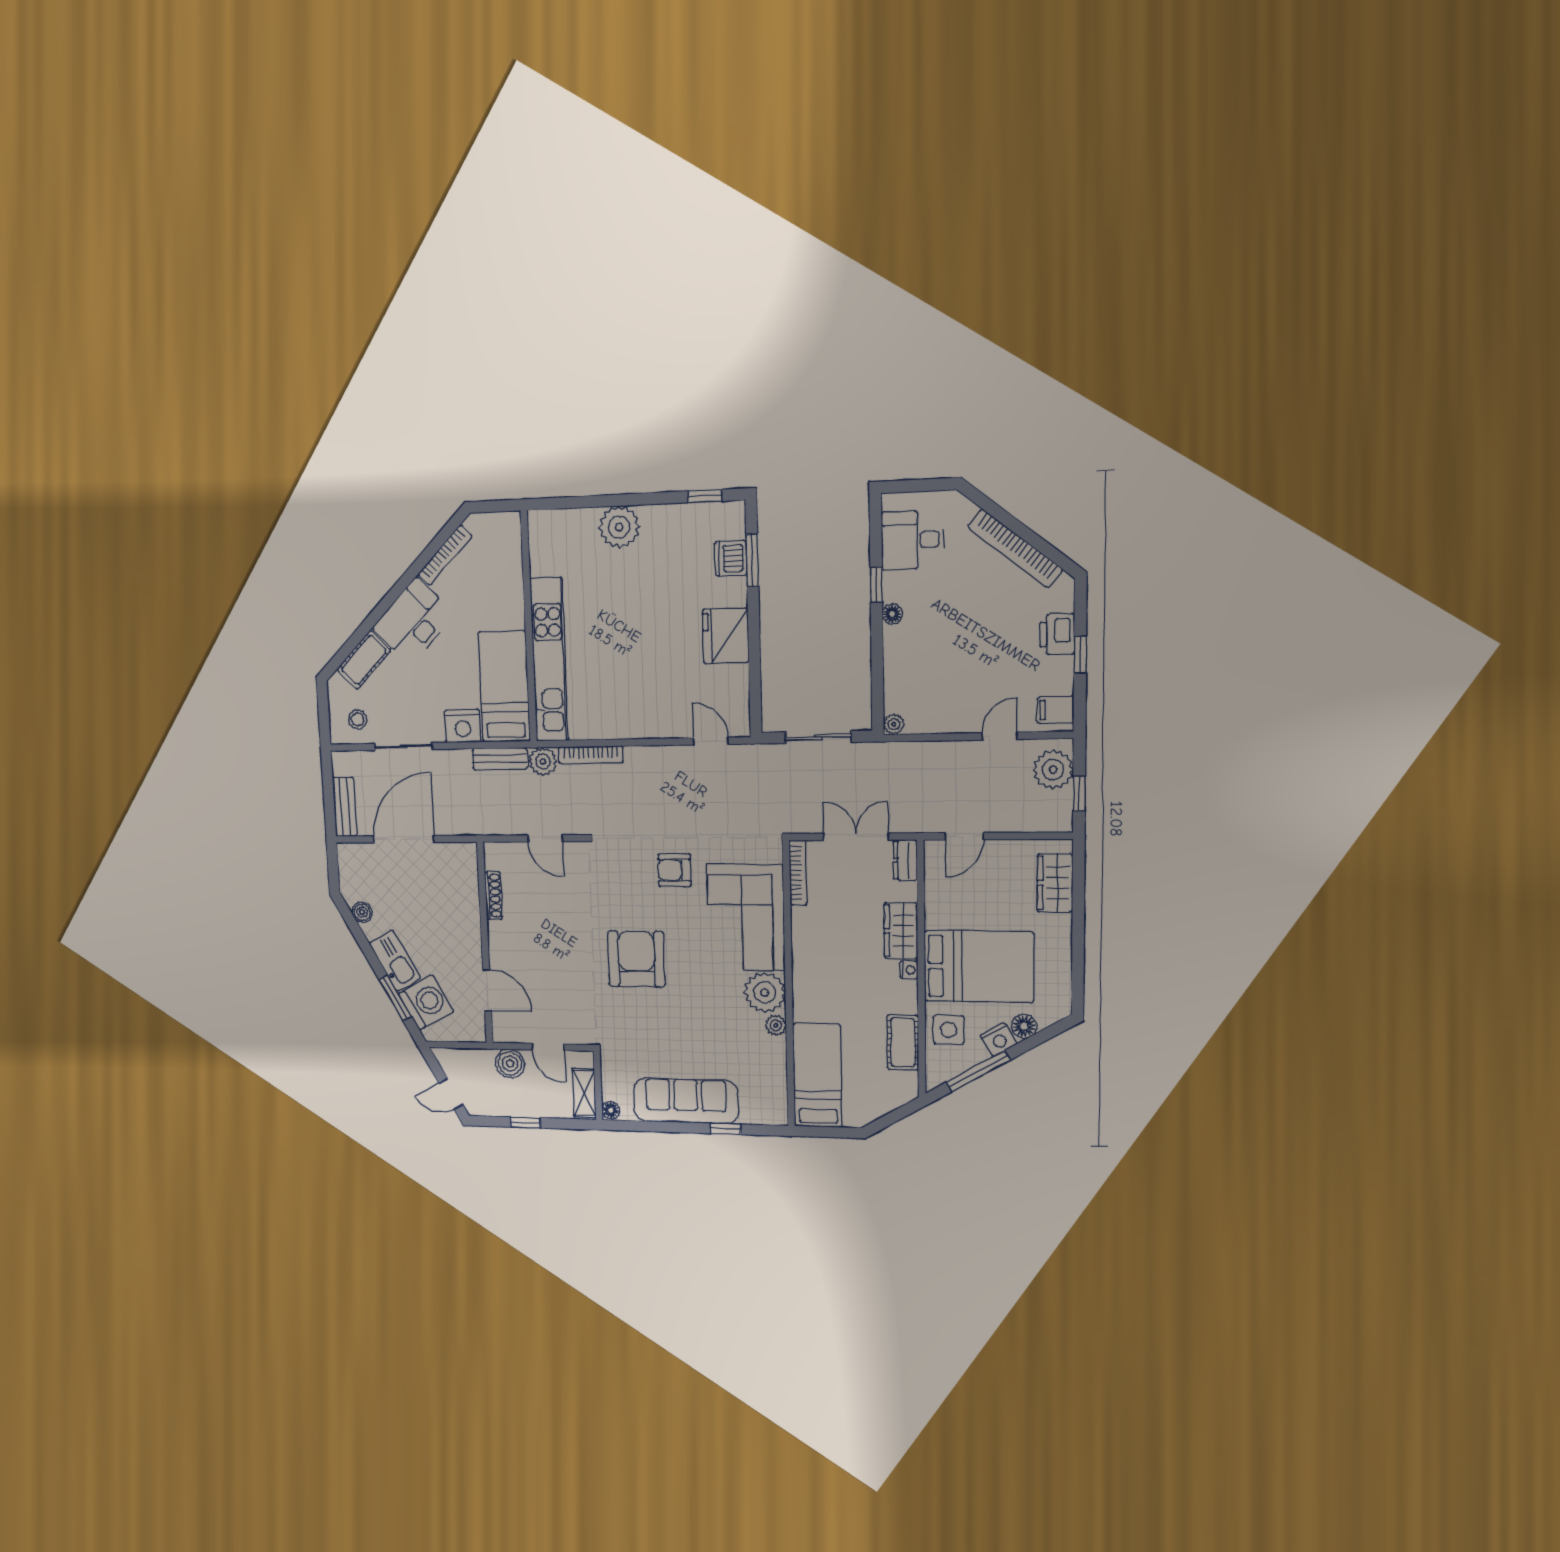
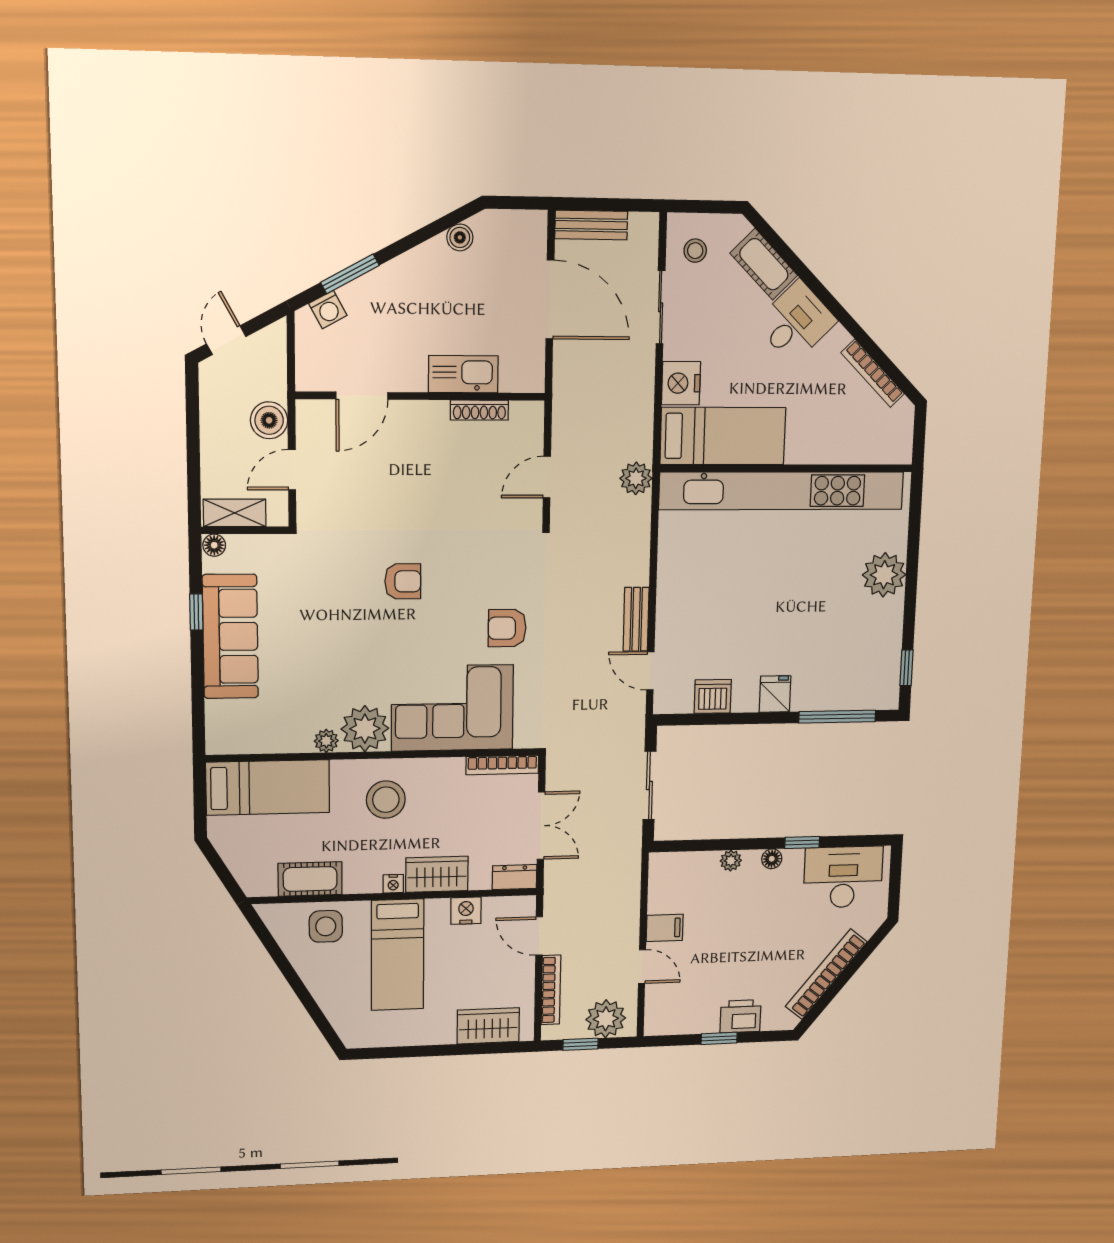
desk: (913, 540) -> (843, 877), width x1.37
dishwasher: (731, 558) -> (713, 696), moved
window: (752, 560) -> (837, 717), width x1.44
desk: (414, 621) -> (796, 322), width x0.73
fridge: (726, 636) -> (775, 694), width x0.53, depth x0.75
kitchen unit: (549, 660) -> (782, 491), width x1.36
filing cabinet: (1055, 710) -> (665, 928), moved, turned 90
plant: (894, 724) -> (731, 861), moved
door: (711, 741) -> (650, 671), swing flipped
bookcase: (591, 755) -> (551, 990), moved, turned 180
bench: (500, 759) -> (636, 619), moved
armchair: (674, 870) -> (507, 628), turned -90
armchair: (636, 959) -> (403, 581), width x0.53, depth x0.53
kitchen sink: (395, 961) -> (463, 374), moved, turned -151
bed: (979, 967) -> (398, 955), width x0.67
stool: (830, 975) -> (386, 800), added
washing machine: (426, 1002) -> (328, 309), width x0.53, depth x0.53
floor lamp: (1024, 1026) -> (332, 1002), removed
nightstand: (999, 1039) -> (466, 911), moved, turned 121
window: (978, 1071) -> (279, 958), removed
window: (525, 1122) -> (193, 437), removed
window: (726, 1129) -> (196, 612), moved

